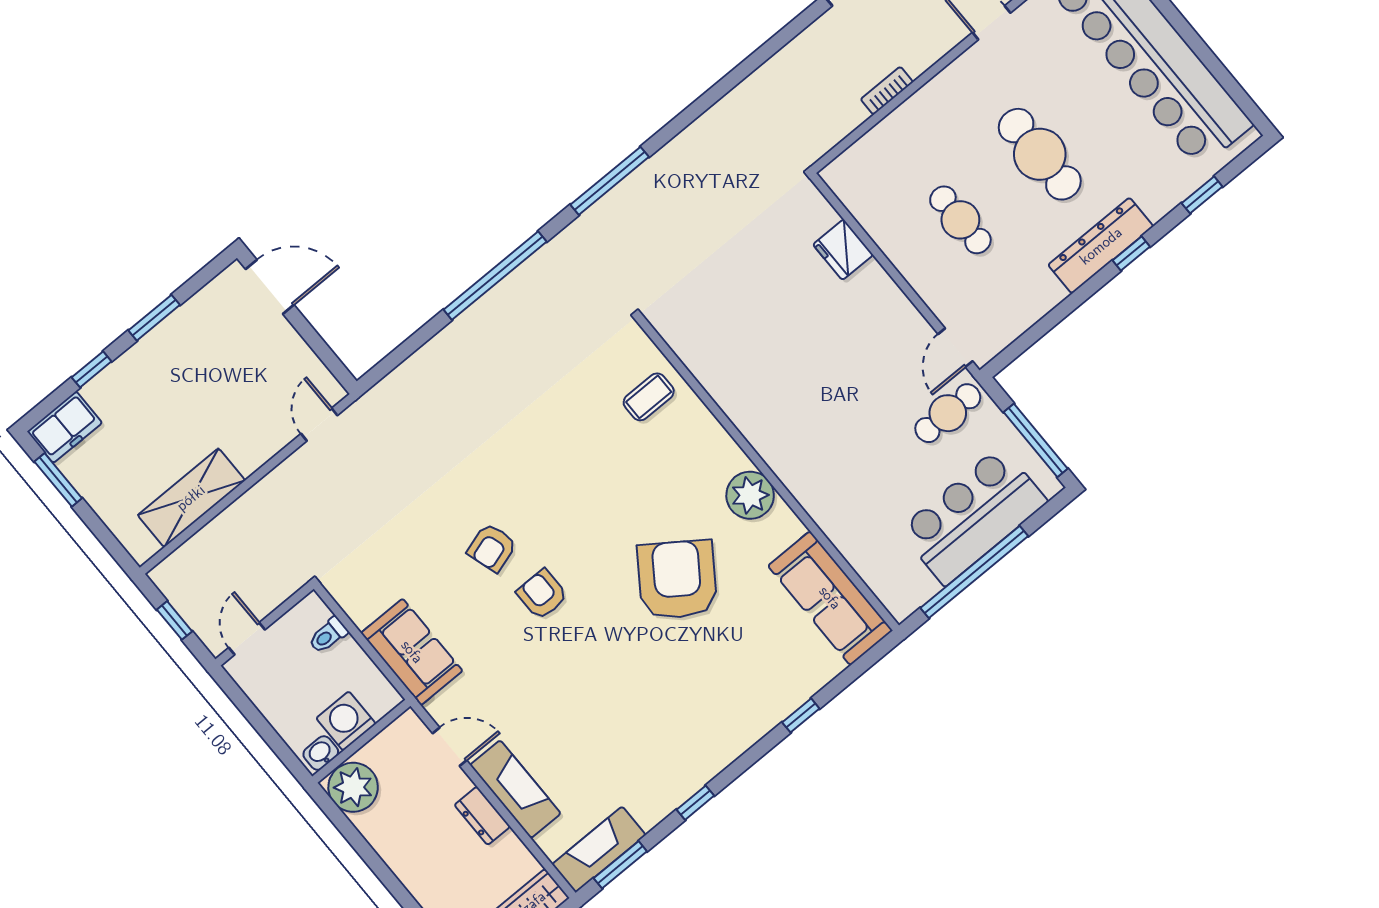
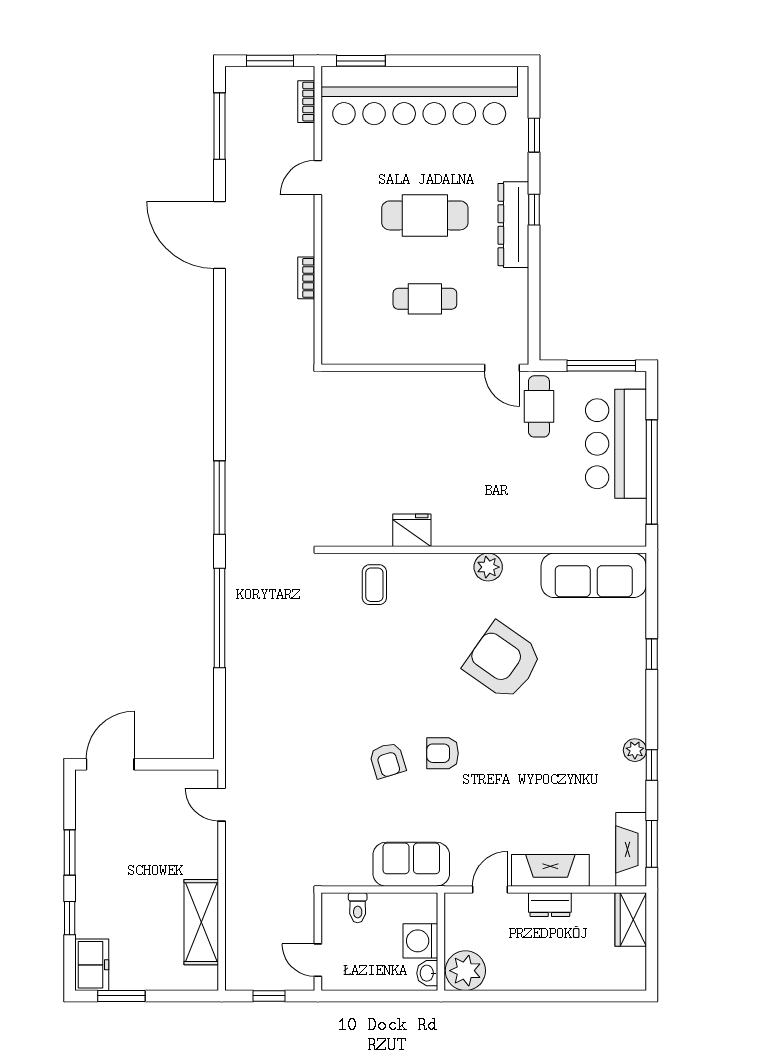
fridge: (843, 250) -> (412, 530), moved, turned 180
plant: (750, 495) -> (488, 567), width x0.73, depth x0.73
plant: (696, 775) -> (635, 750), added

